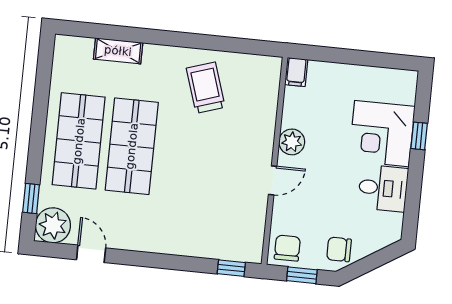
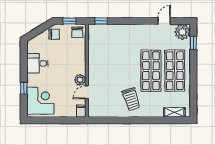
shelving: (118, 51) -> (174, 112), moved
trolley: (206, 88) -> (131, 99), moved
corner desk: (382, 134) -> (40, 101), moved
door: (273, 180) -> (87, 92), moved
door: (91, 254) -> (164, 21), swing flipped

